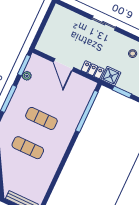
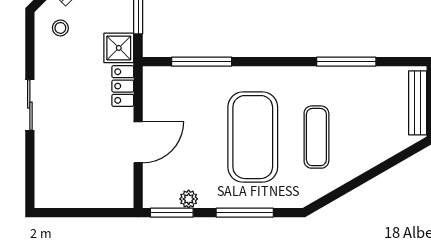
window: (87, 111) -> (202, 62), width x0.68
exercise mat: (41, 118) -> (253, 137), width x2.00, depth x1.45
window: (56, 177) -> (346, 62), added

